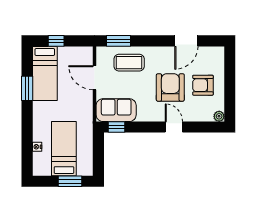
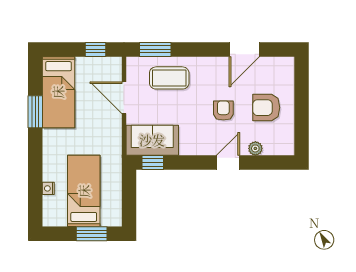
window: (56, 41) -> (95, 49), moved
armchair: (170, 87) -> (223, 111), width x0.53, depth x0.53
plant: (219, 116) -> (255, 148), moved
door: (174, 127) -> (228, 163), hinge flipped

